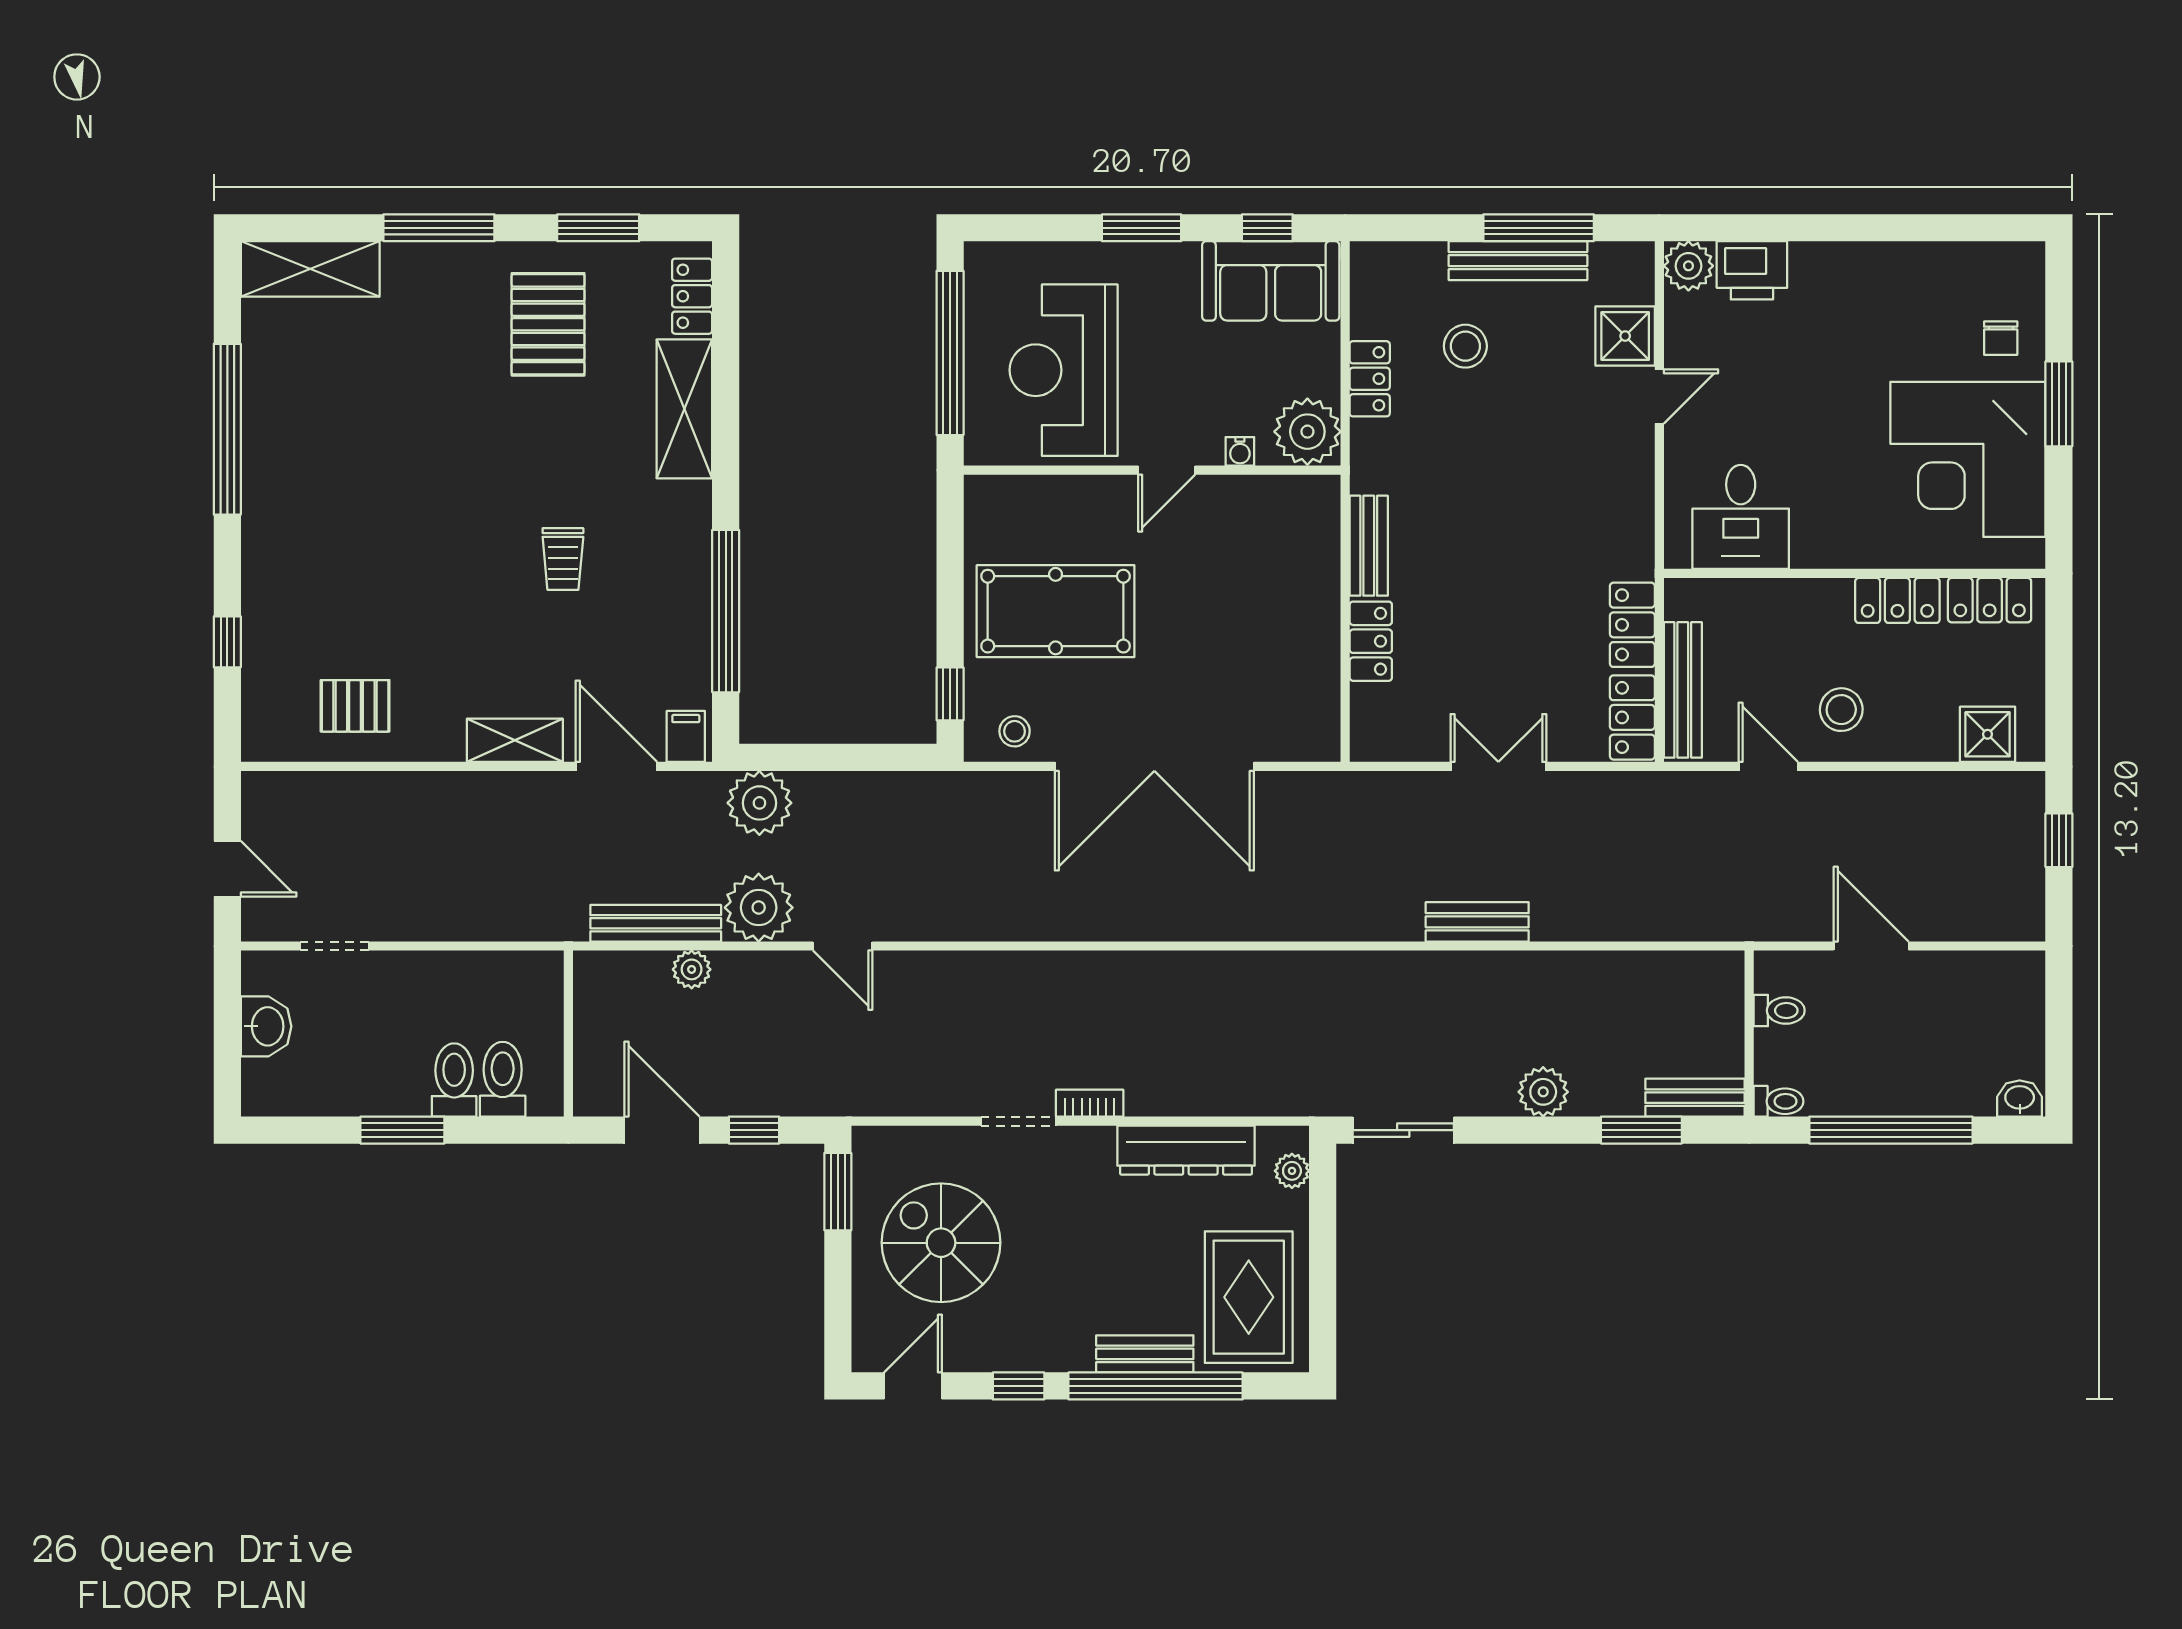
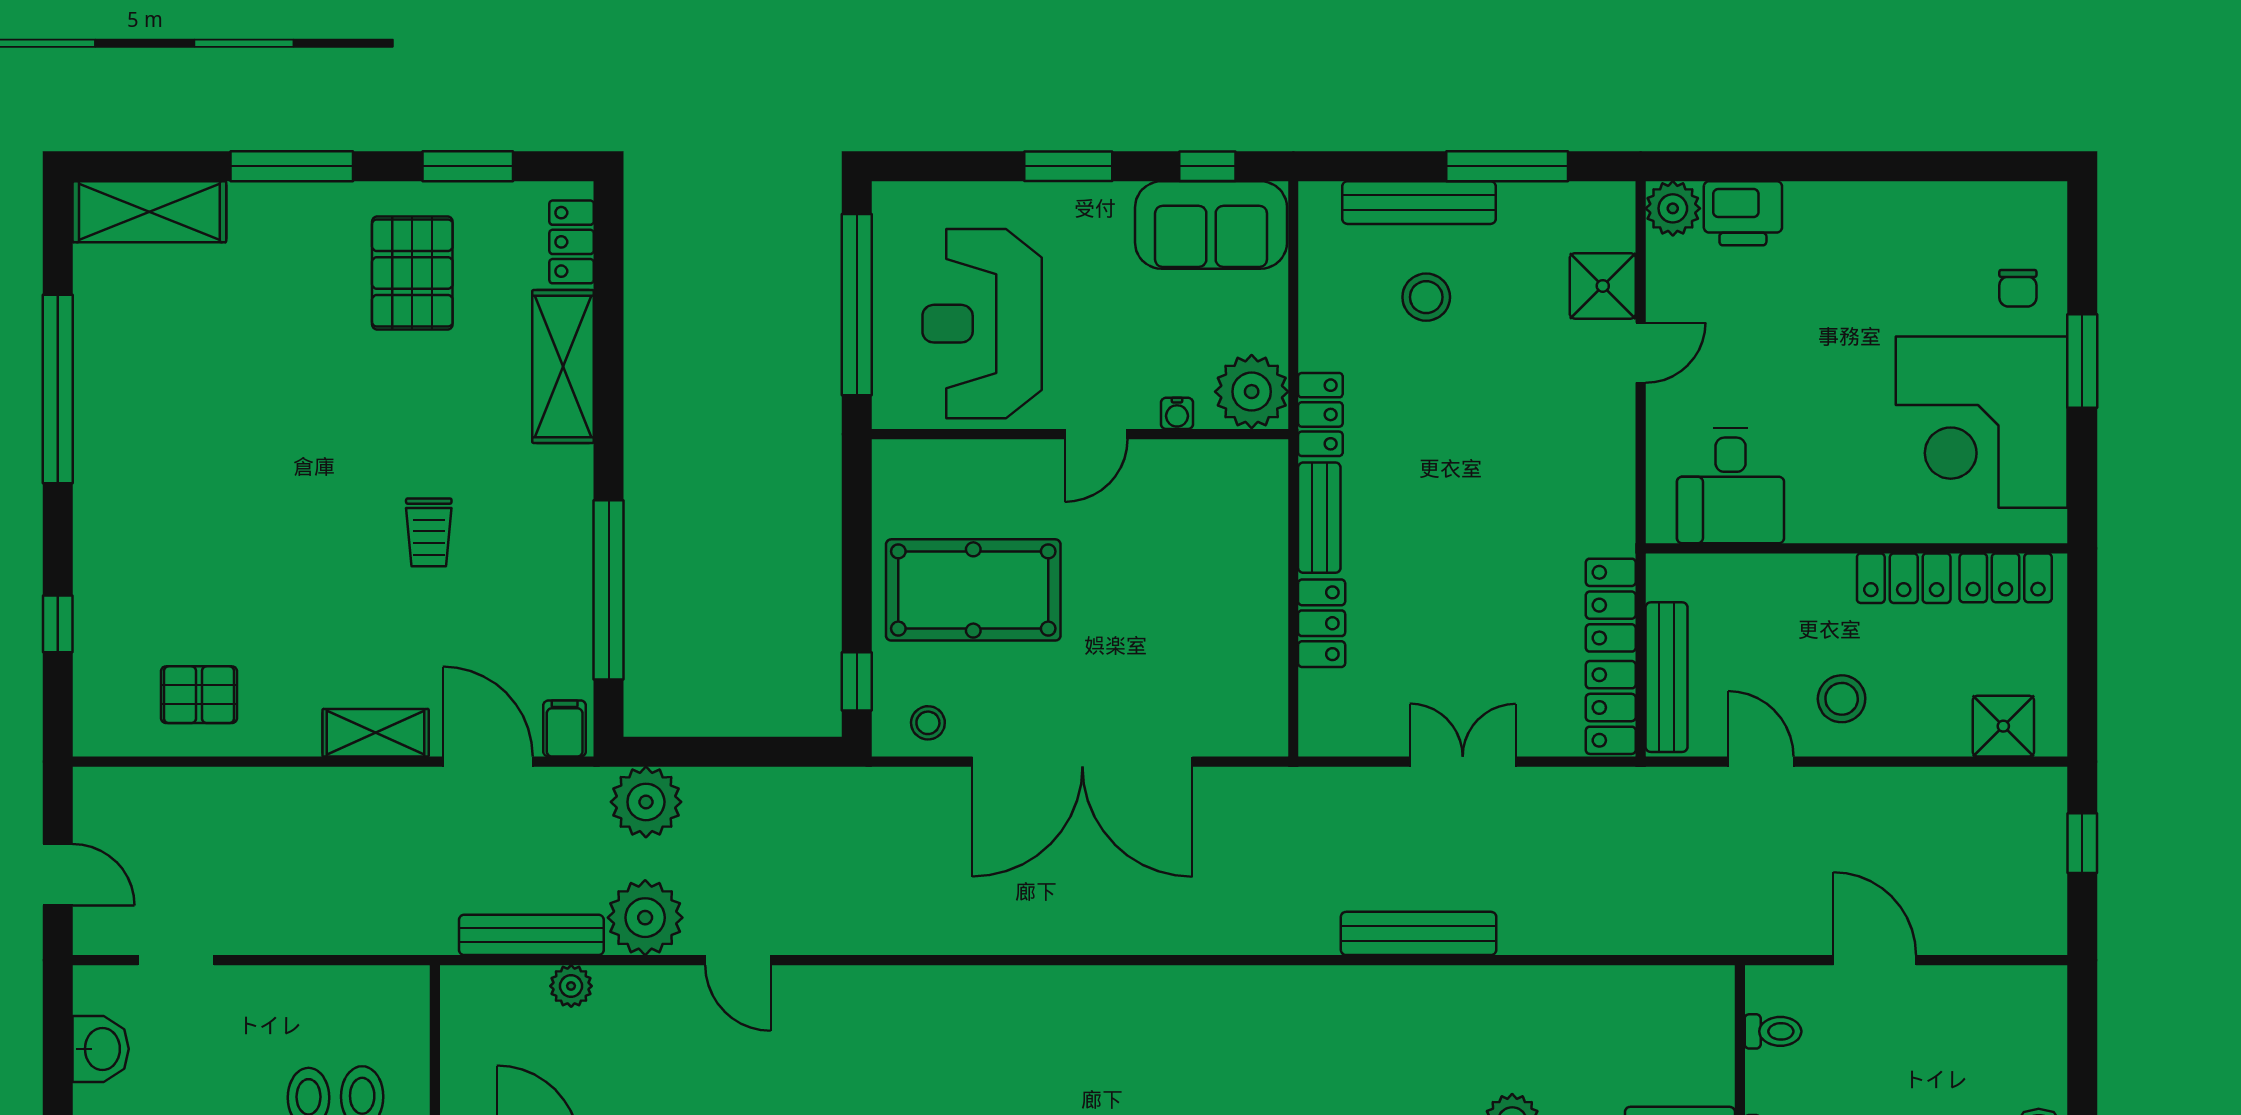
bench: (1518, 261) -> (1419, 203), moved
locker: (1370, 379) -> (1320, 414), moved
bench: (1477, 922) -> (1419, 933), width x1.36

